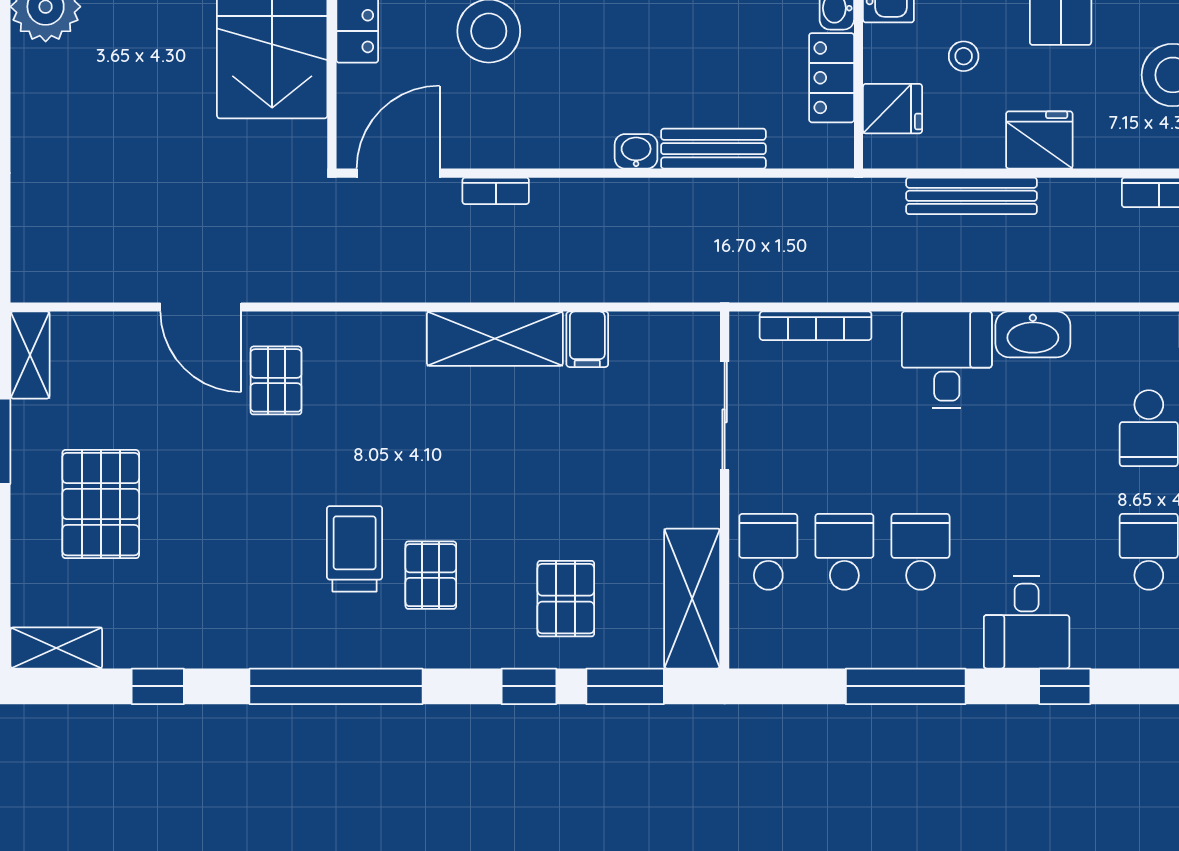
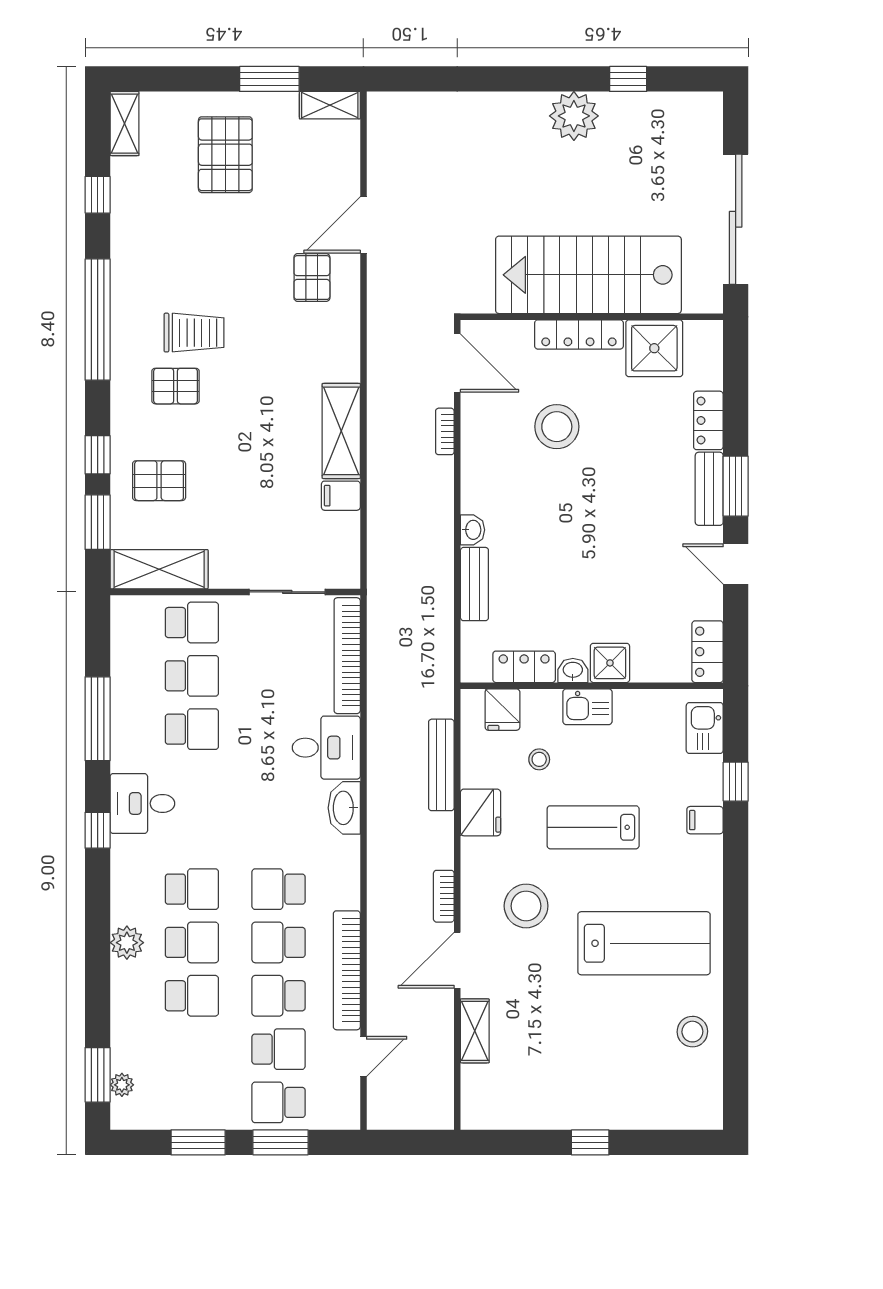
bookcase: (816, 326) -> (347, 656), width x1.48, depth x1.31
pallet: (276, 380) -> (312, 278), turned 90
pallet: (101, 504) -> (225, 155), turned 90

